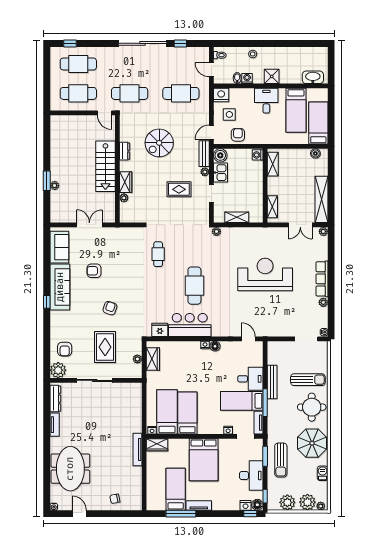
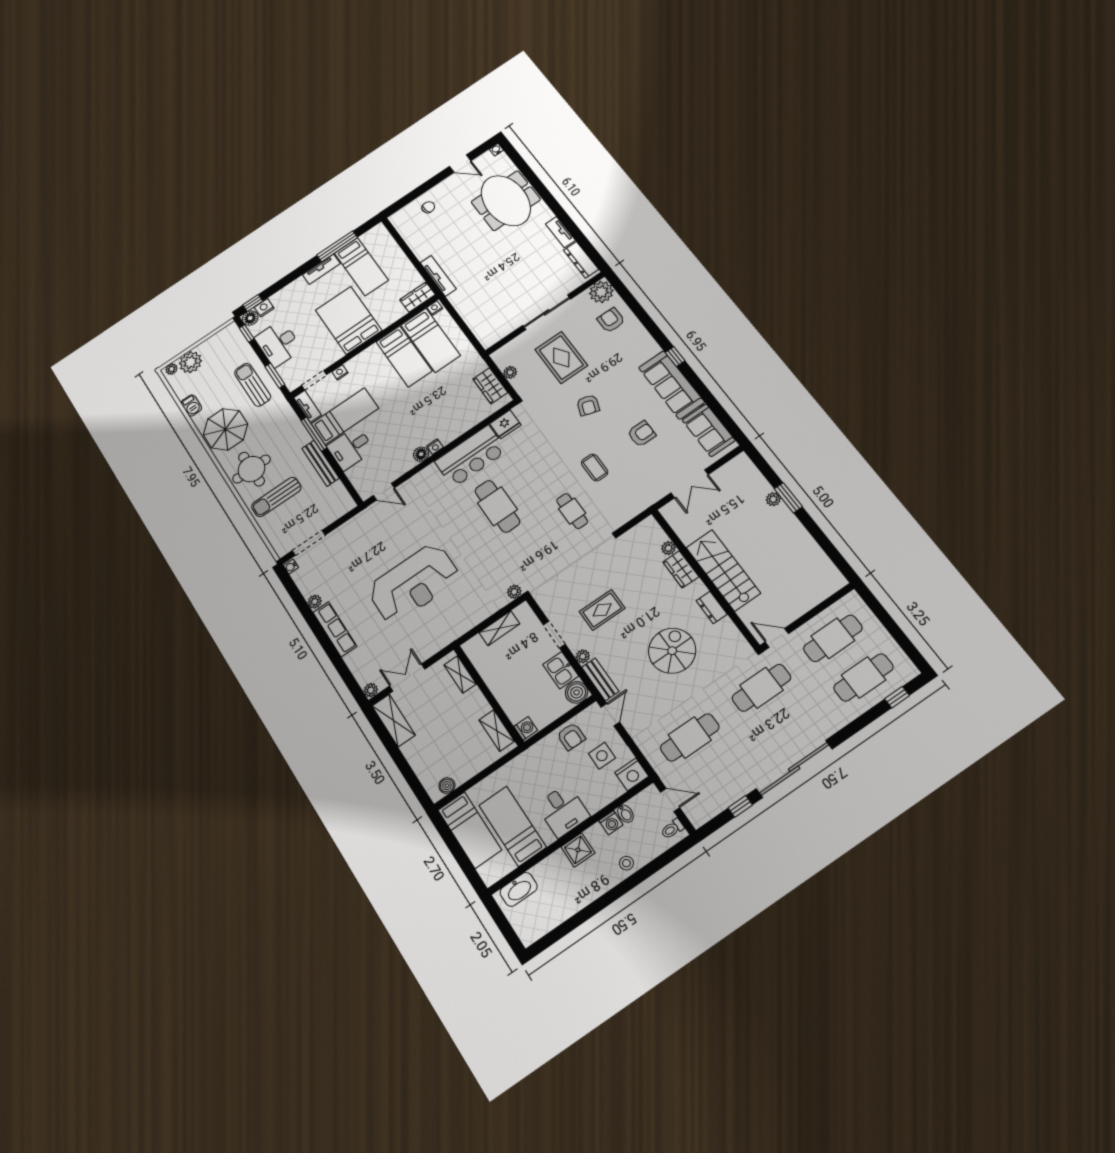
shelving: (321, 199) -> (394, 720), width x0.68
coffee table: (131, 270) -> (595, 467), added
plant: (287, 502) -> (215, 345), removed

